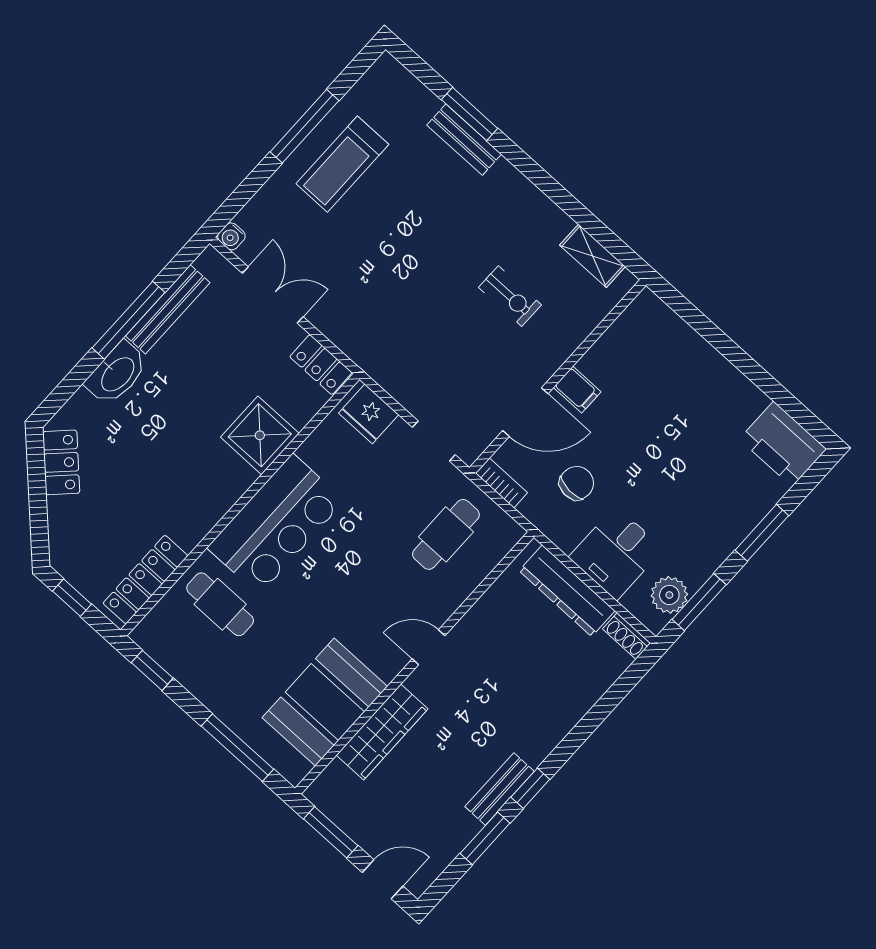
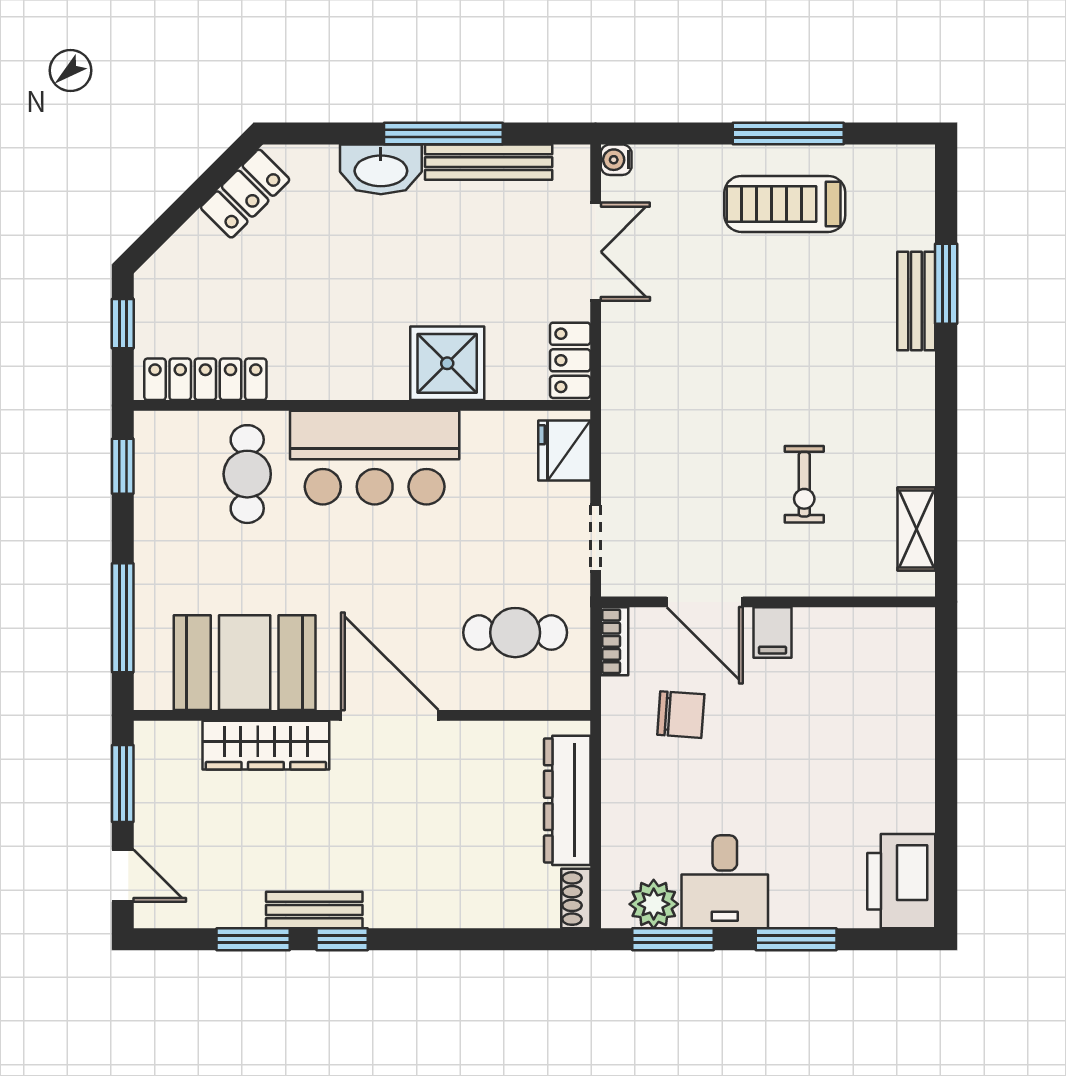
desk: (616, 553) -> (725, 882), moved, turned -90
door: (429, 647) -> (390, 715), width x1.87

